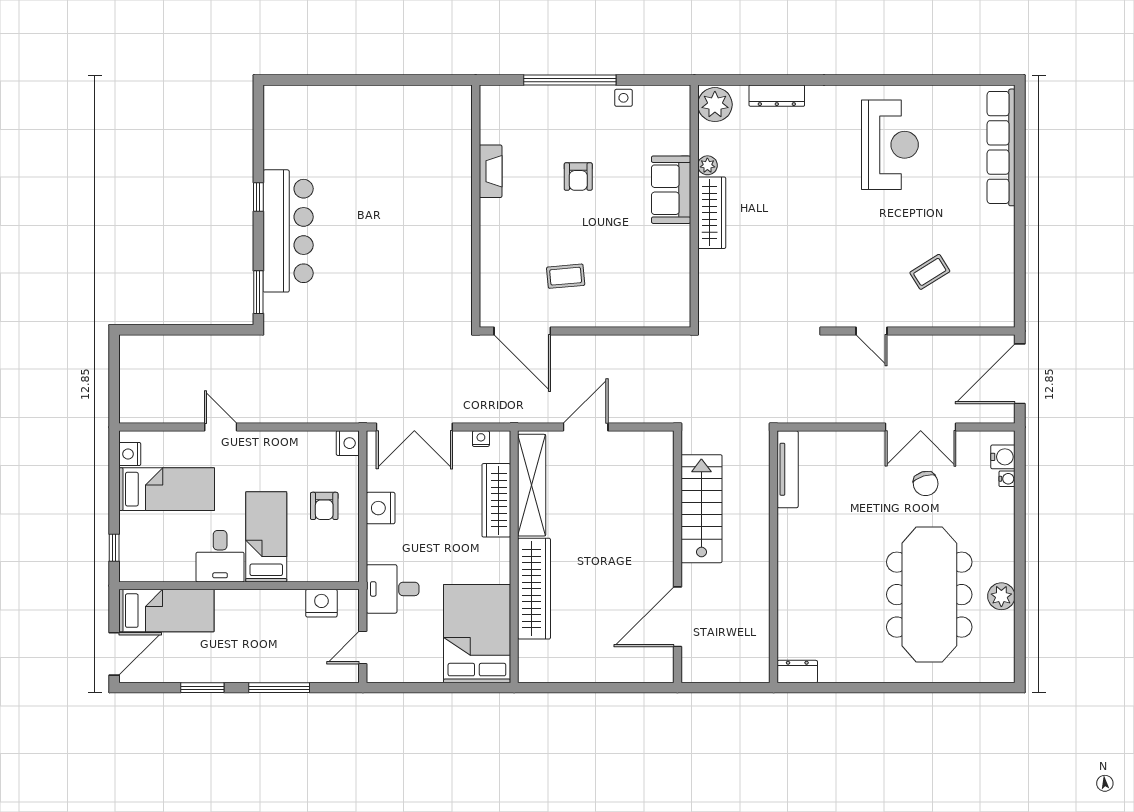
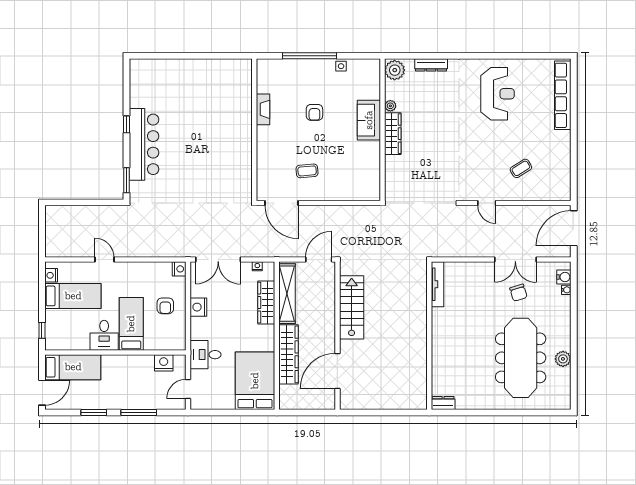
stairs: (701, 509) -> (352, 307), moved
wall: (677, 557) -> (337, 336), moved
door: (677, 617) -> (337, 371), moved

